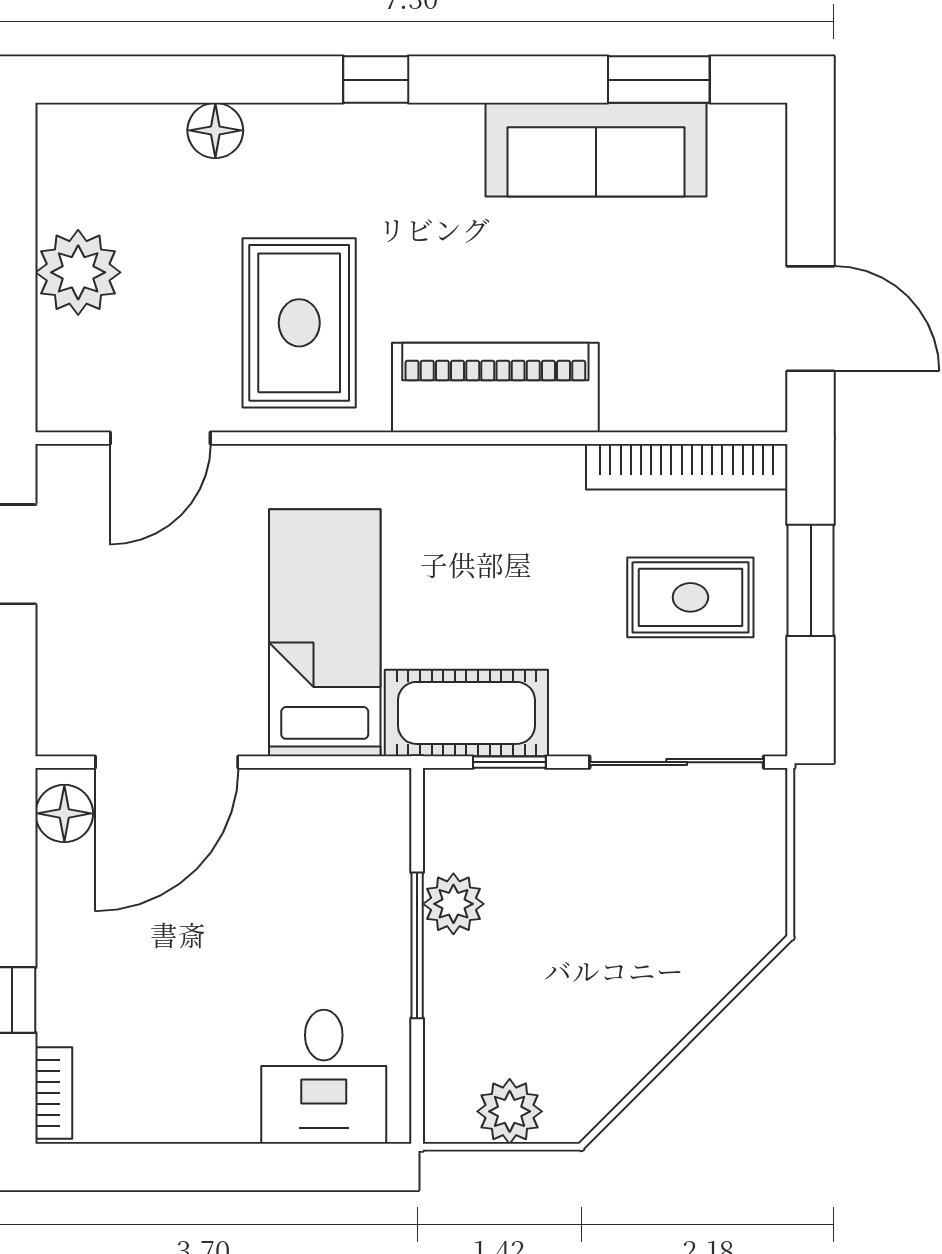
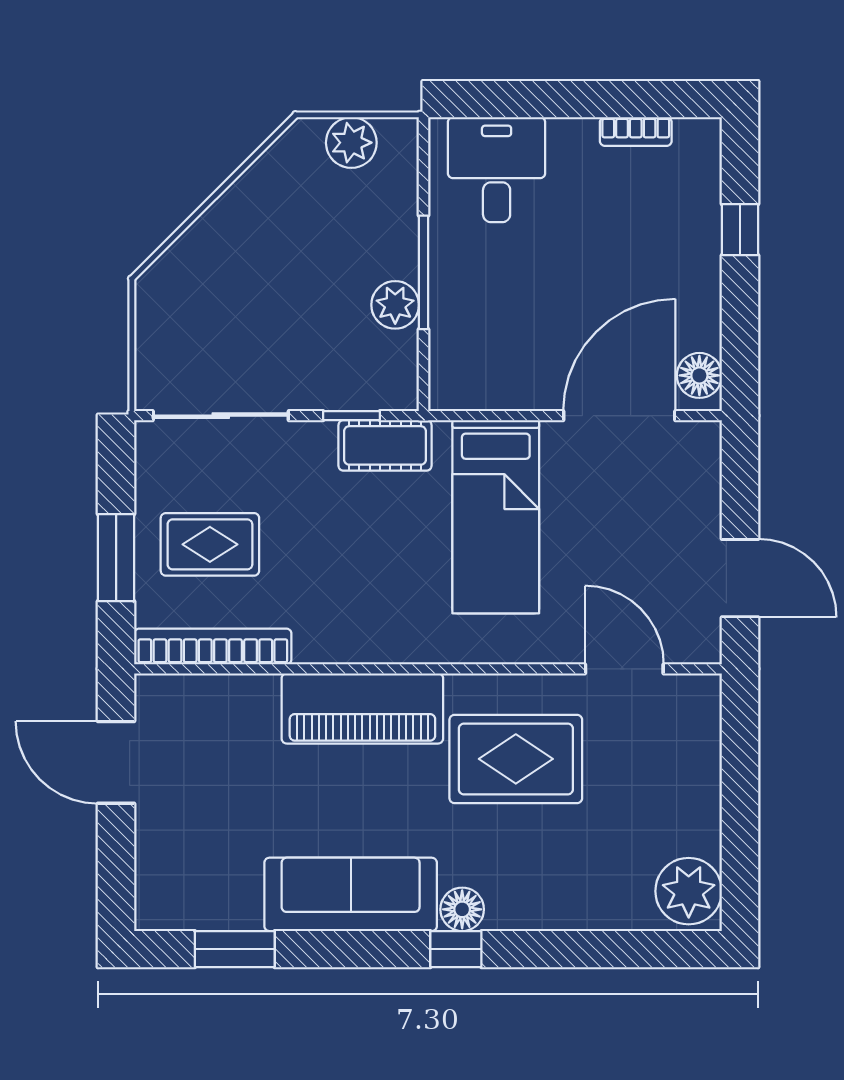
floor lamp: (215, 130) -> (462, 909), moved
sofa: (596, 150) -> (351, 894), moved
plant: (78, 272) -> (689, 891), moved
rug: (299, 323) -> (516, 759), turned 90
door: (160, 438) -> (624, 669), hinge flipped
cot: (466, 713) -> (385, 445), width x0.73, depth x0.75
bookcase: (54, 1093) -> (636, 132), moved, turned -90

